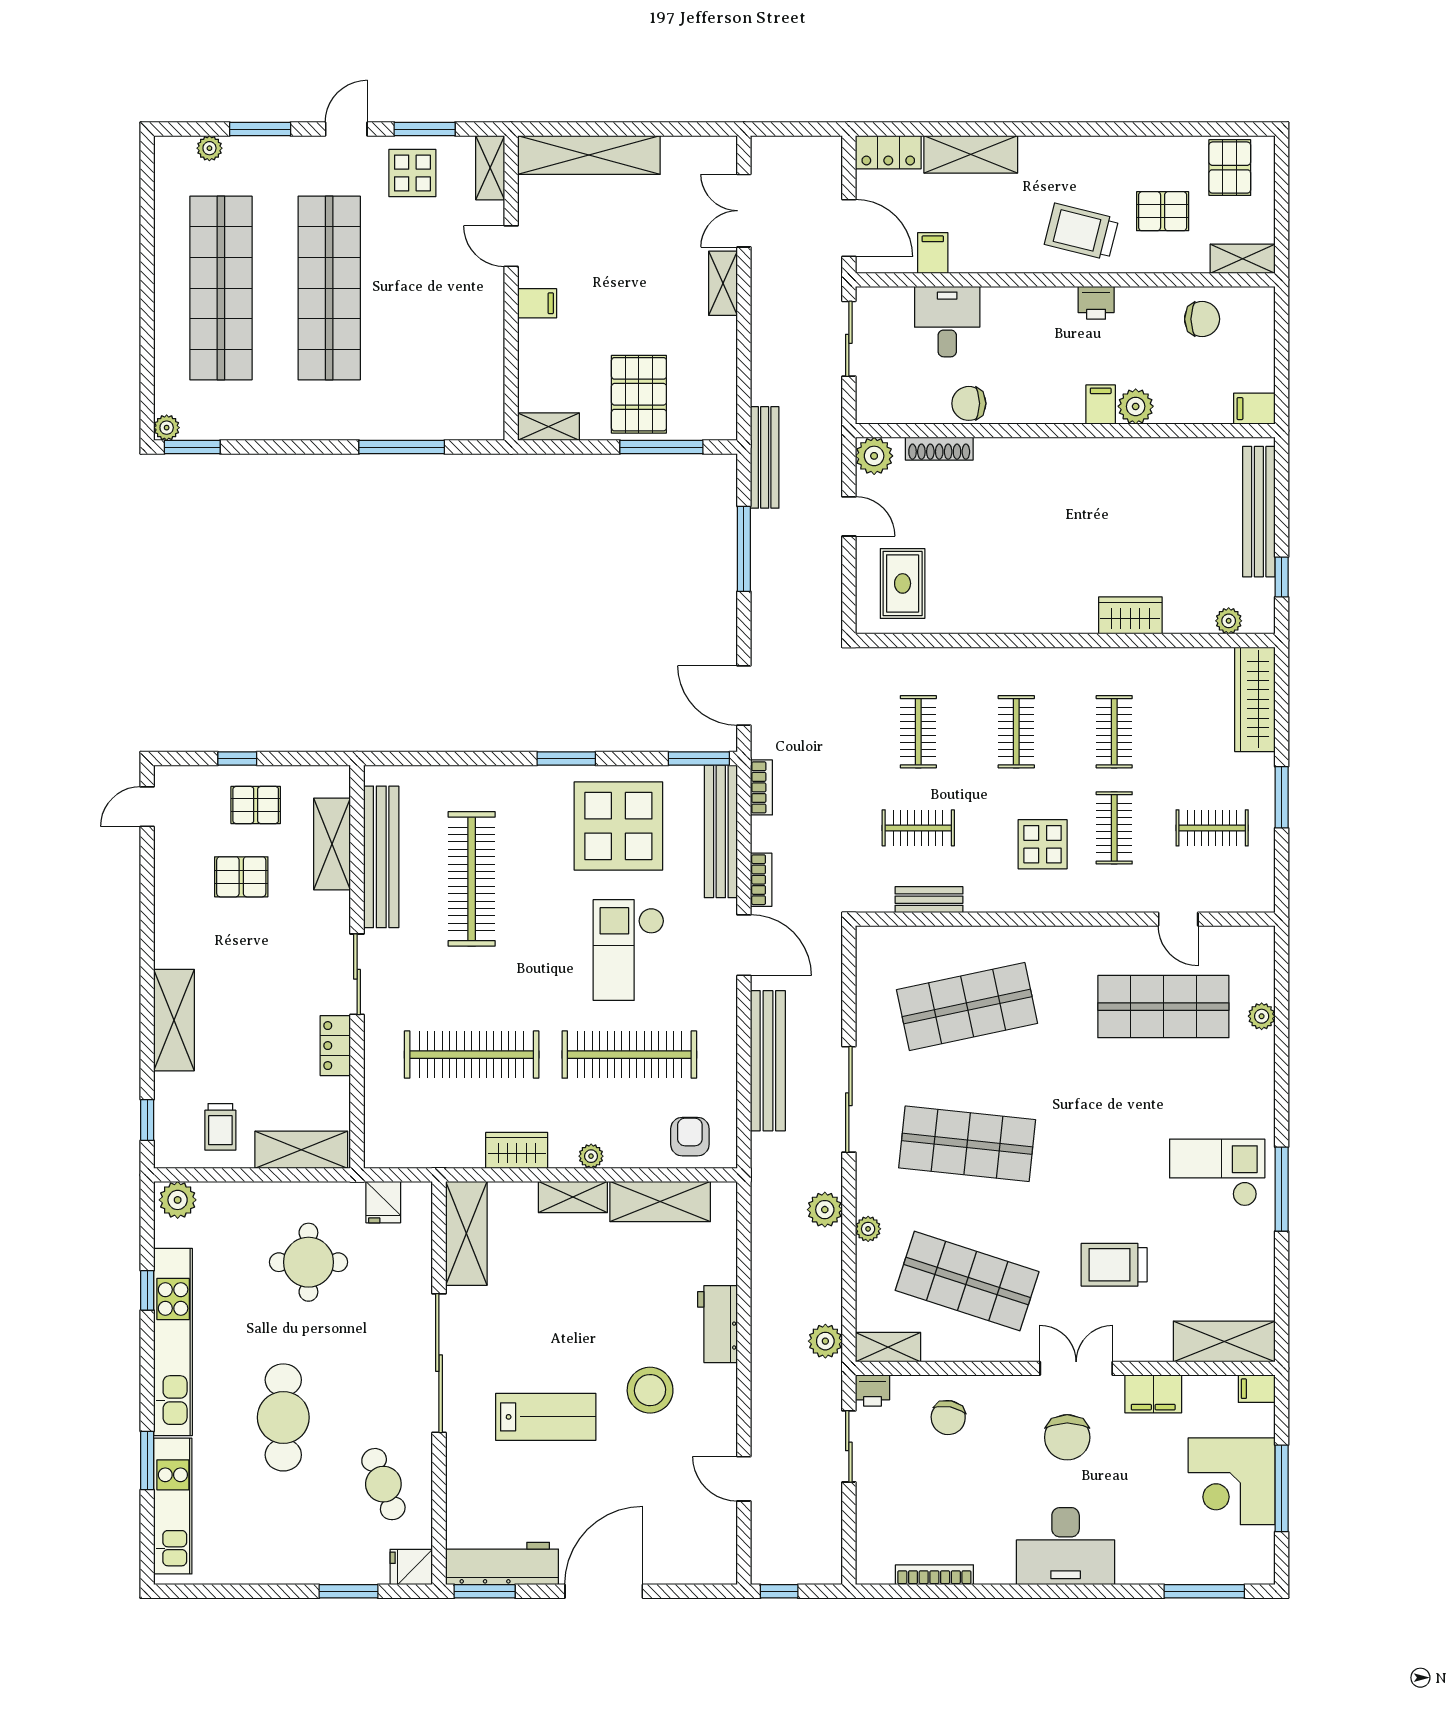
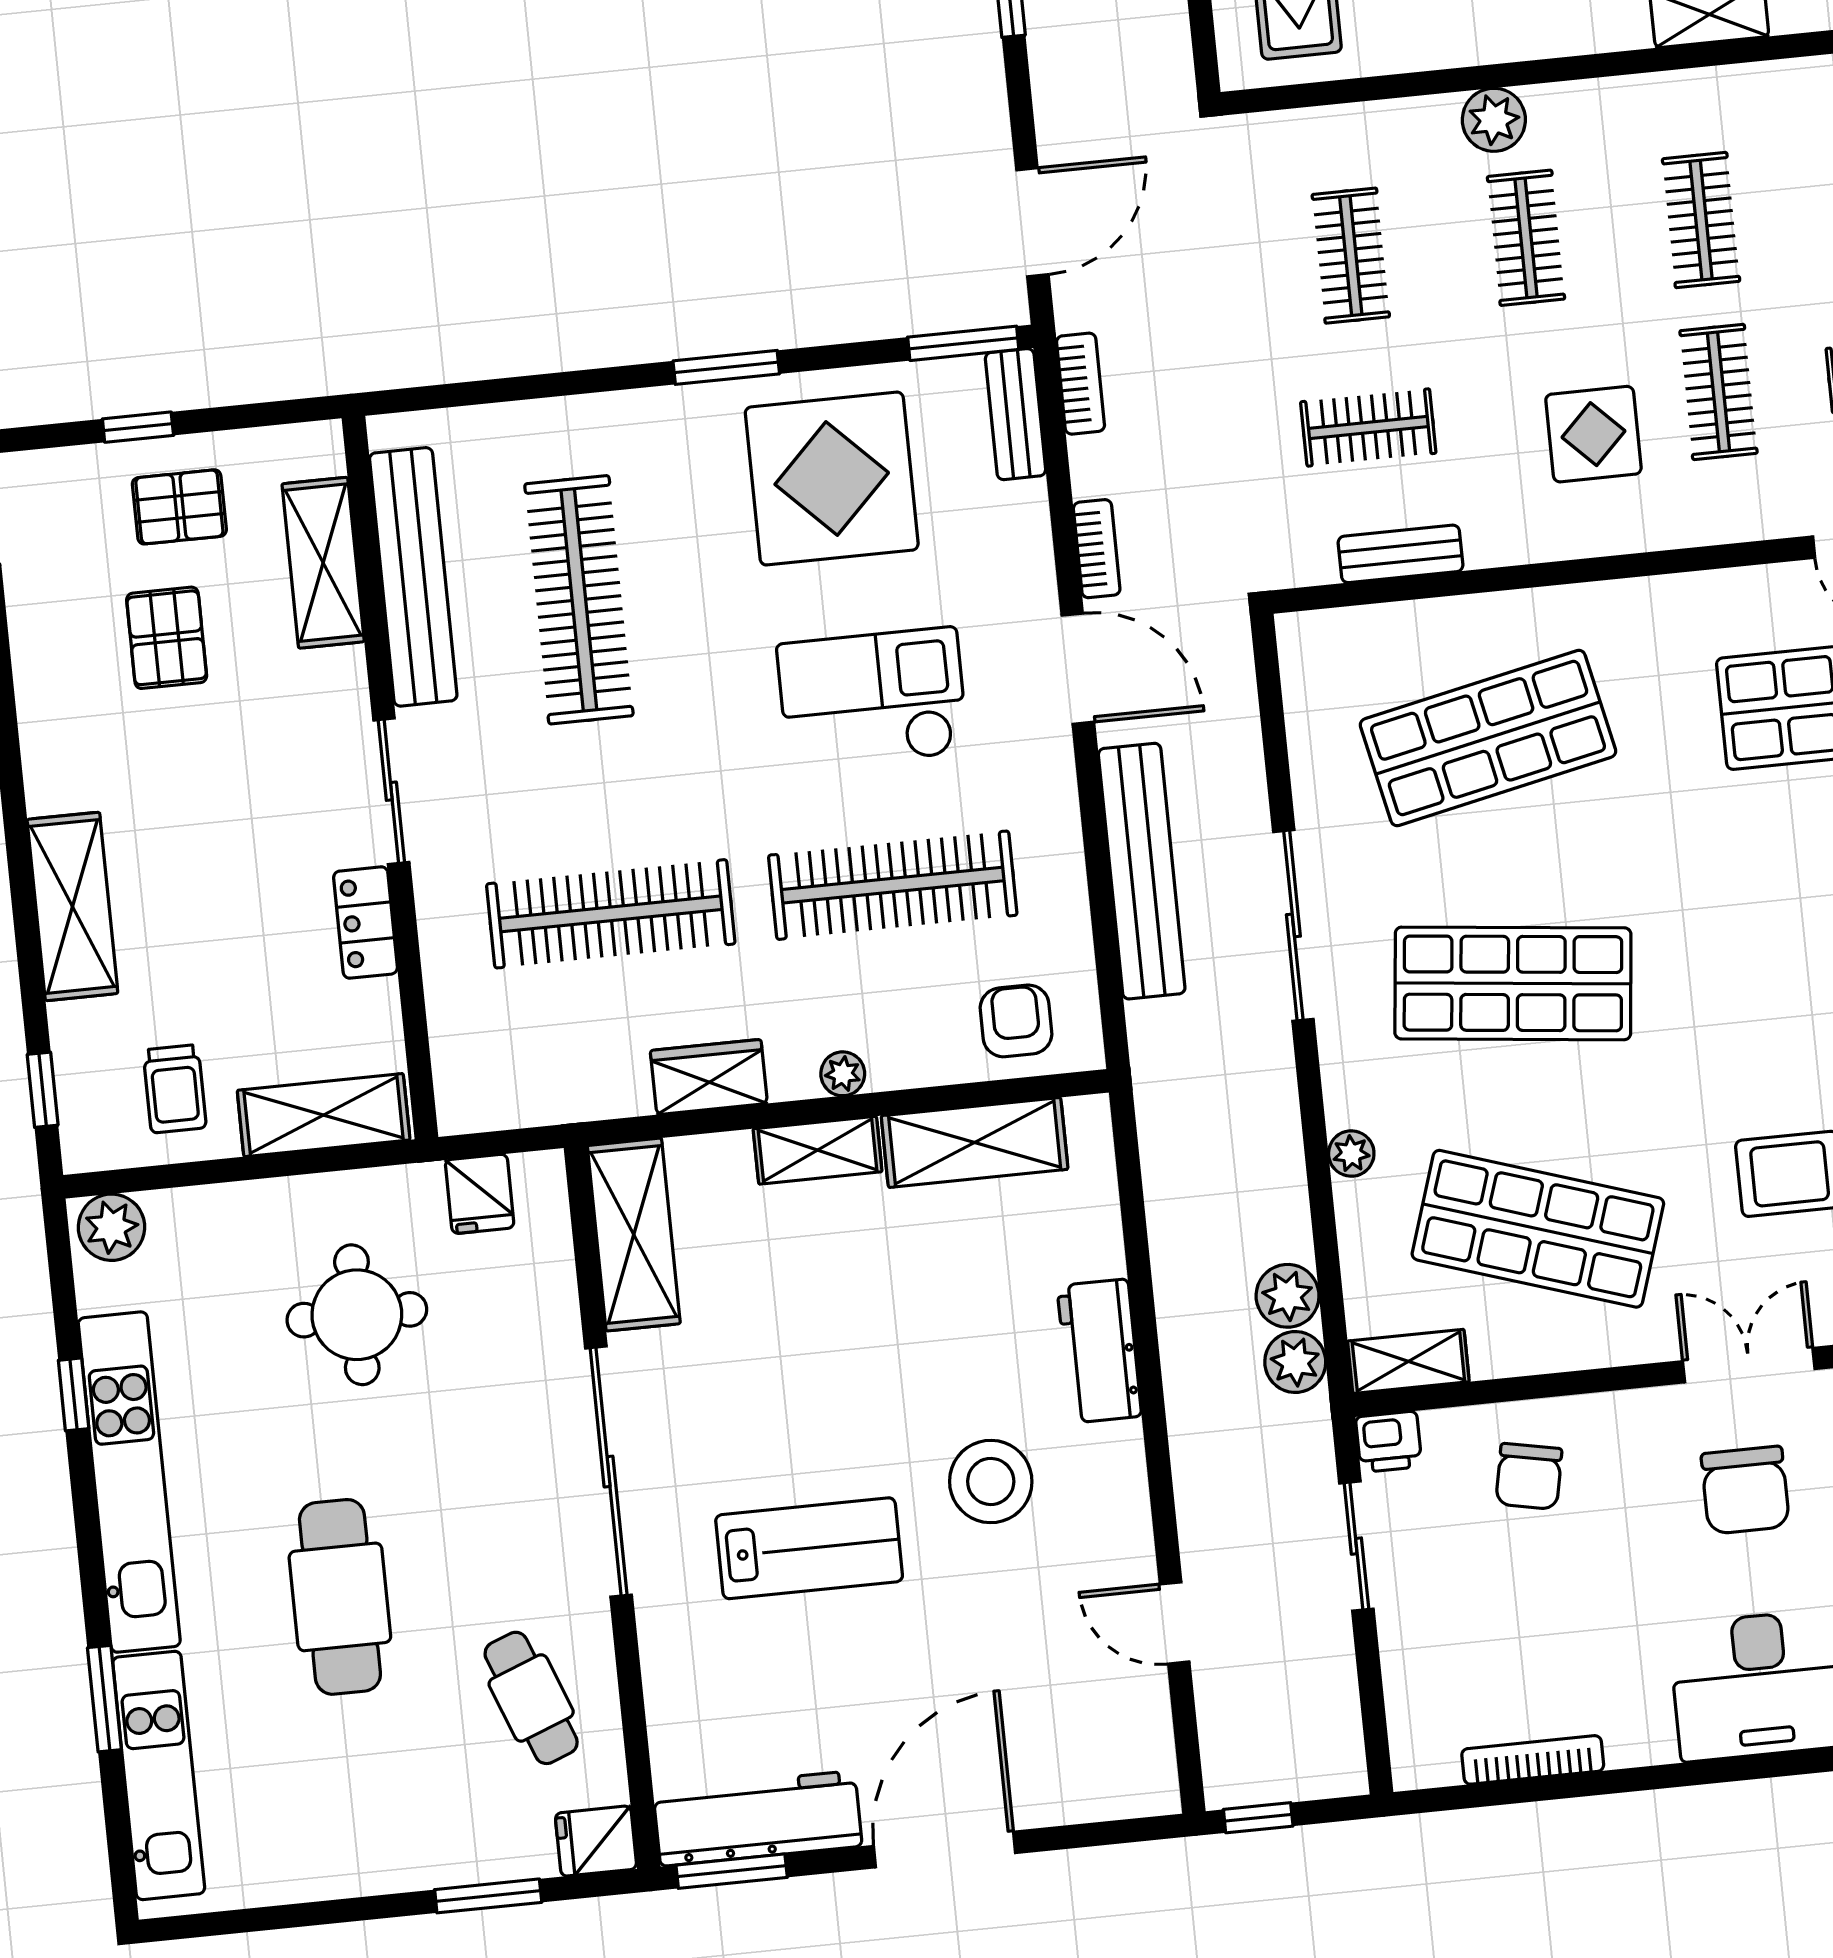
plant: (1005, 665) -> (1494, 120), added
door: (744, 695) -> (1032, 222), swing flipped
bench: (721, 831) -> (1016, 414), width x0.54, depth x0.82
pallet: (241, 877) -> (167, 638), turned 90
checkout: (629, 950) -> (872, 699), turned 90
plant: (825, 1210) -> (1288, 1296), moved

